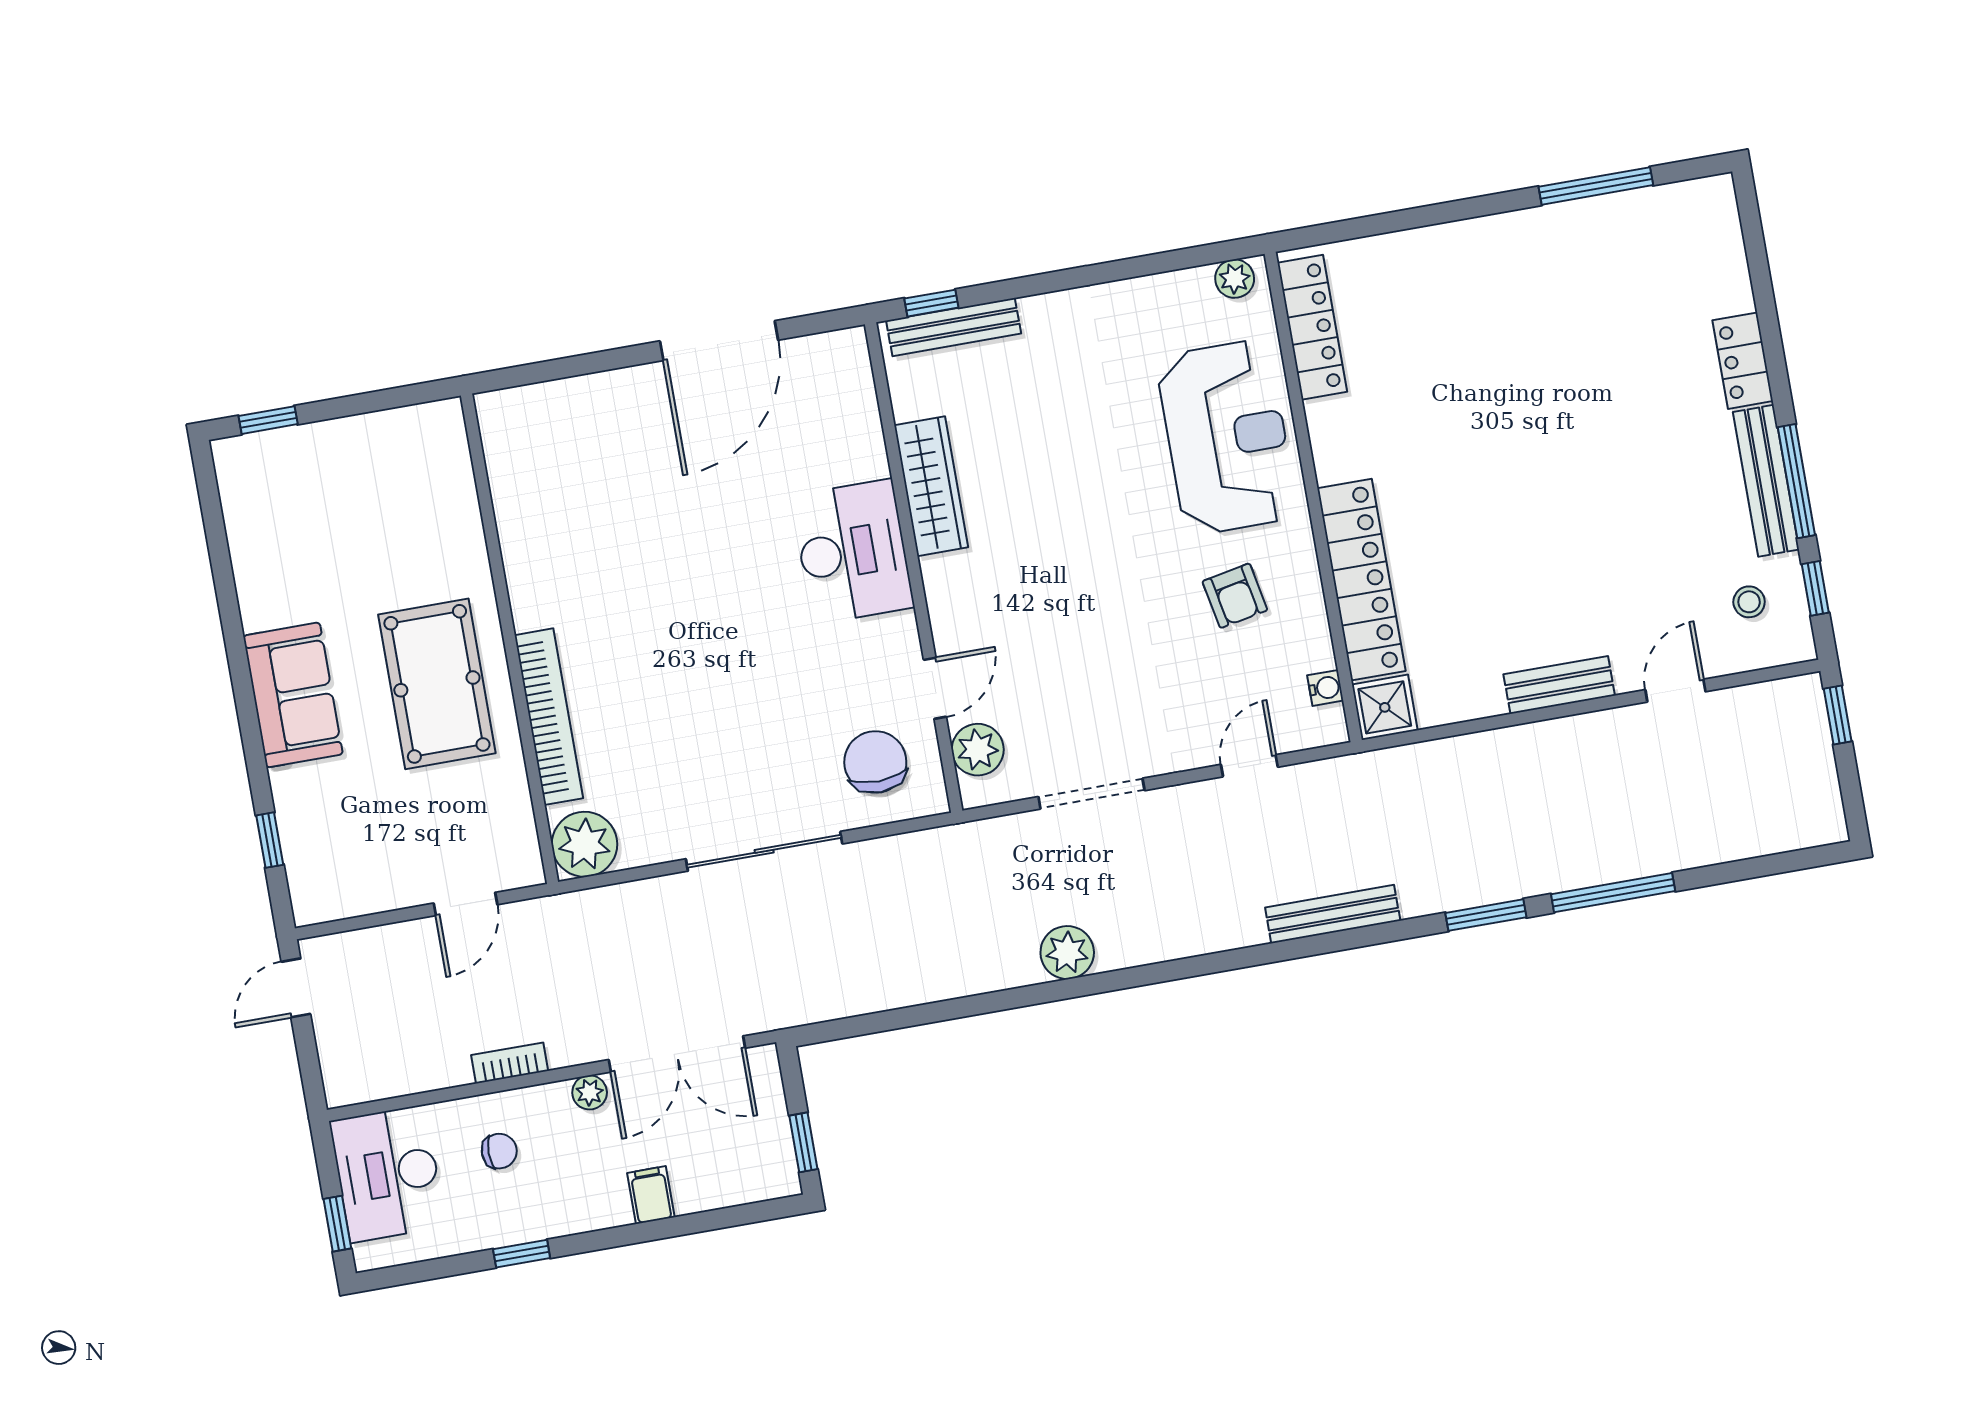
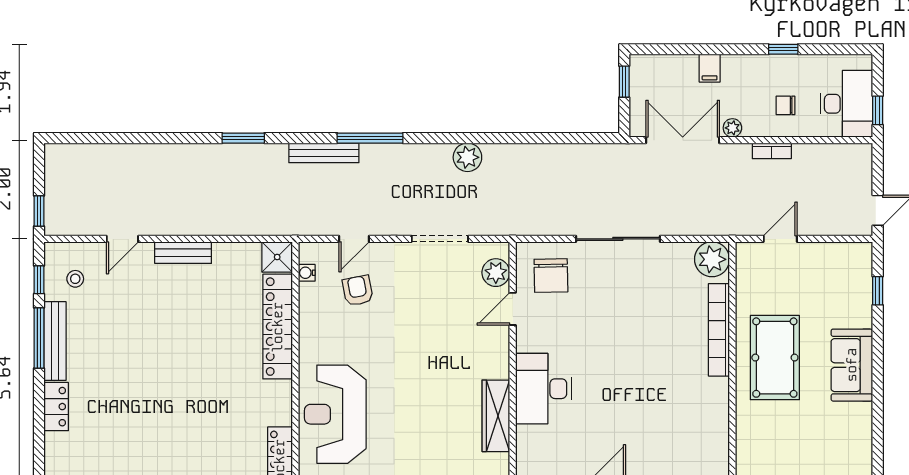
armchair: (1235, 596) -> (358, 291), moved
window: (1613, 893) -> (370, 138), moved
window: (337, 1224) -> (878, 110), moved

